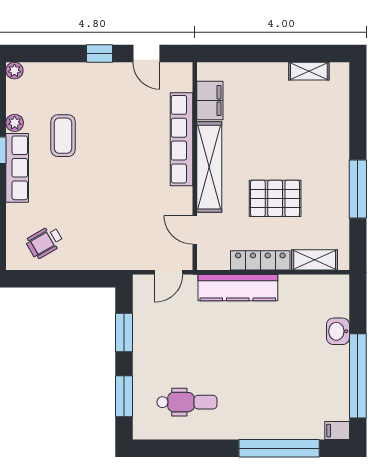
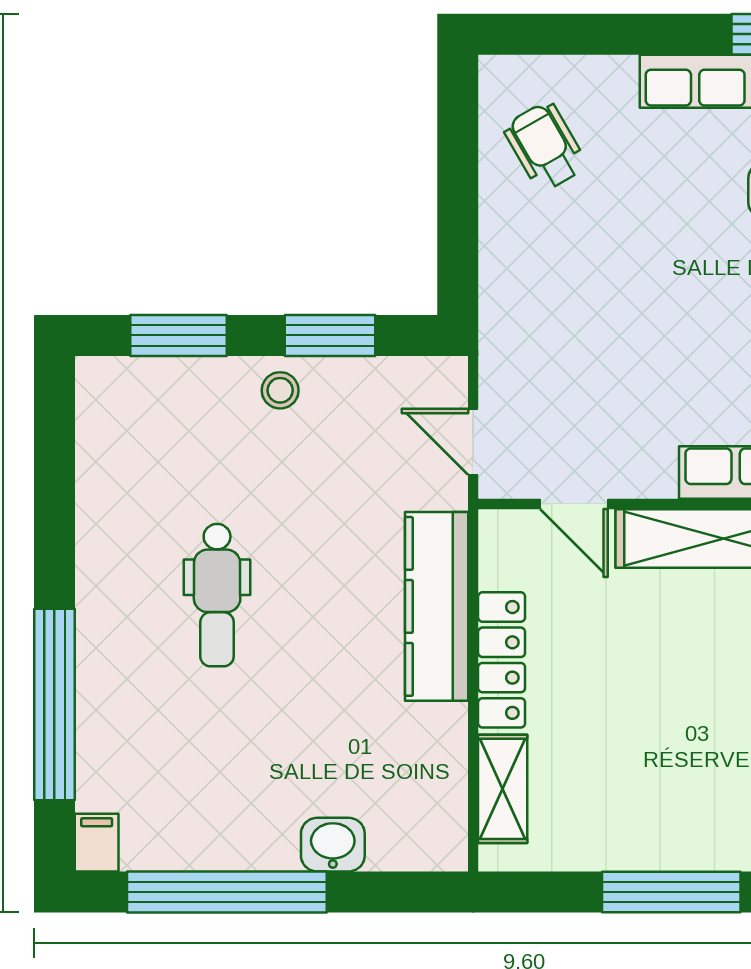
pallet: (275, 198) -> (649, 695), removed
door: (195, 230) -> (574, 504), swing flipped
stool: (147, 353) -> (280, 390), added
dental chair: (187, 402) -> (217, 595), moved

